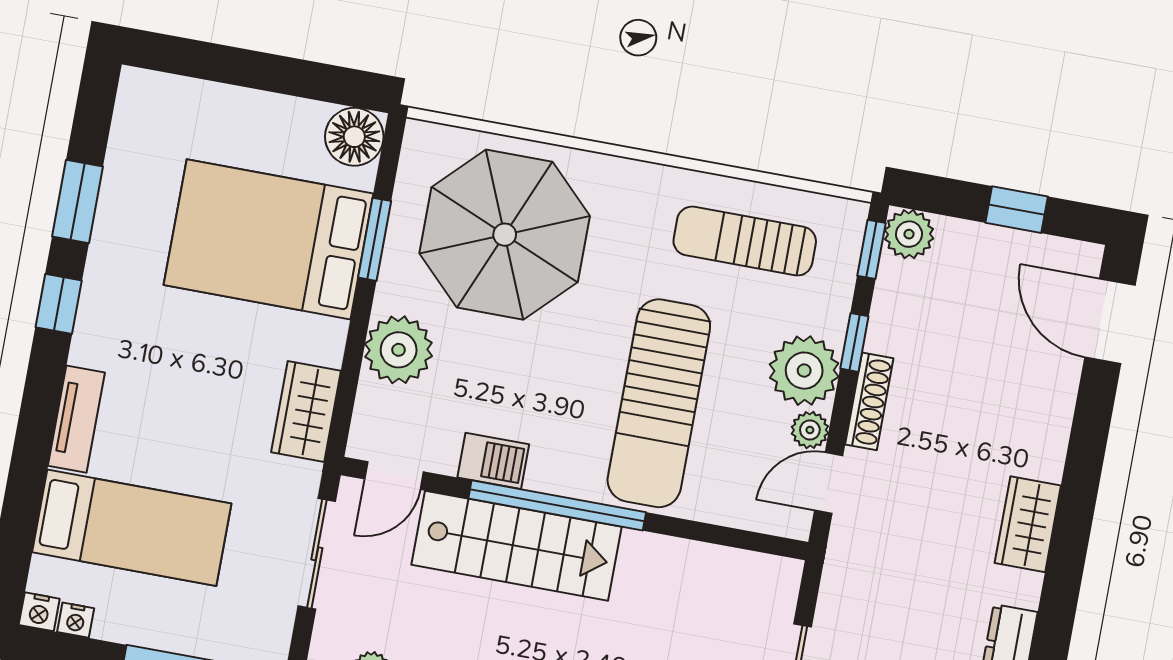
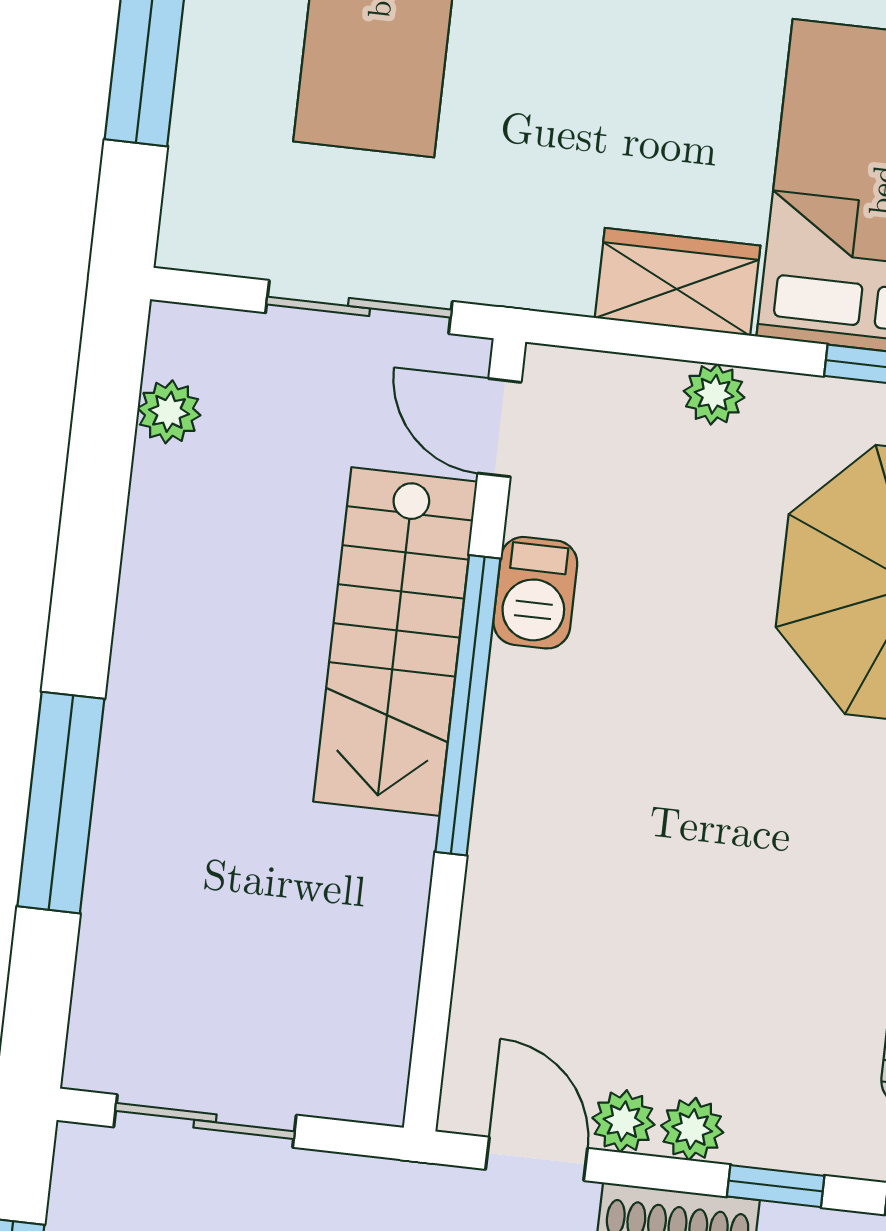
plant: (399, 350) -> (714, 394), width x0.53, depth x0.53
plant: (804, 371) -> (692, 1129), width x0.53, depth x0.53
sun lounger: (659, 403) -> (651, 864), removed
wardrobe: (306, 411) -> (678, 282), moved

